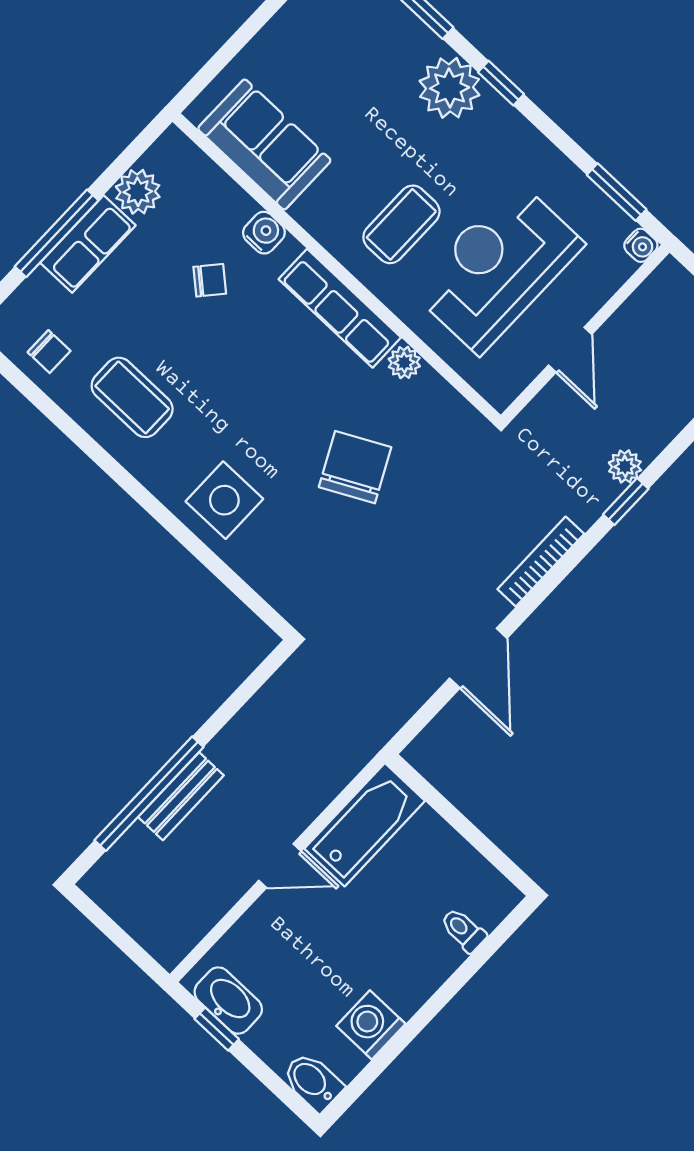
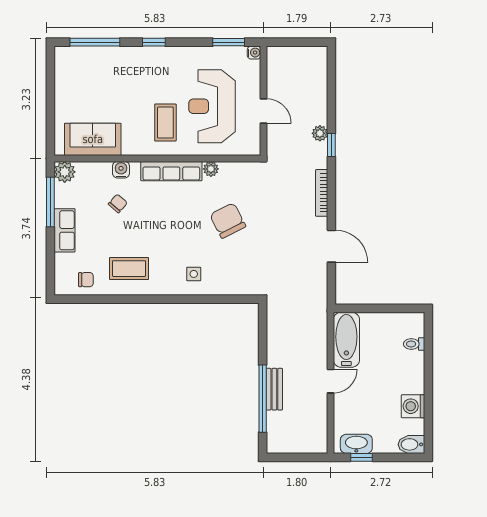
plant: (450, 88) -> (138, 60), removed
plant: (138, 192) -> (65, 172), moved
window: (57, 233) -> (50, 202), moved
side table: (224, 500) -> (194, 274), width x0.54, depth x0.54

